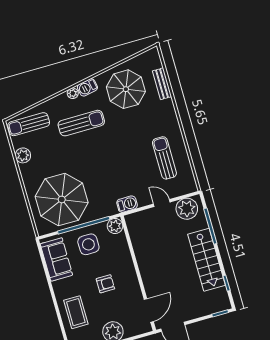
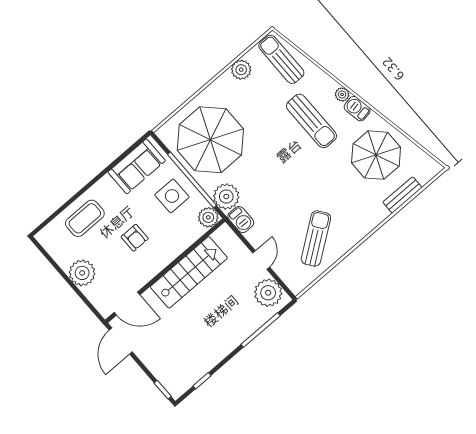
sun lounger: (164, 158) -> (316, 238), turned -36
plant: (106, 207) -> (226, 196), added
stairs: (207, 260) -> (189, 272), moved, turned 180

